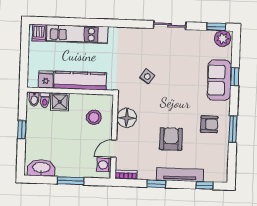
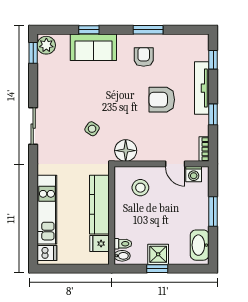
sliding door: (170, 25) -> (33, 126), moved
shower: (60, 102) -> (158, 254), moved
floor lamp: (127, 118) -> (126, 151), moved

